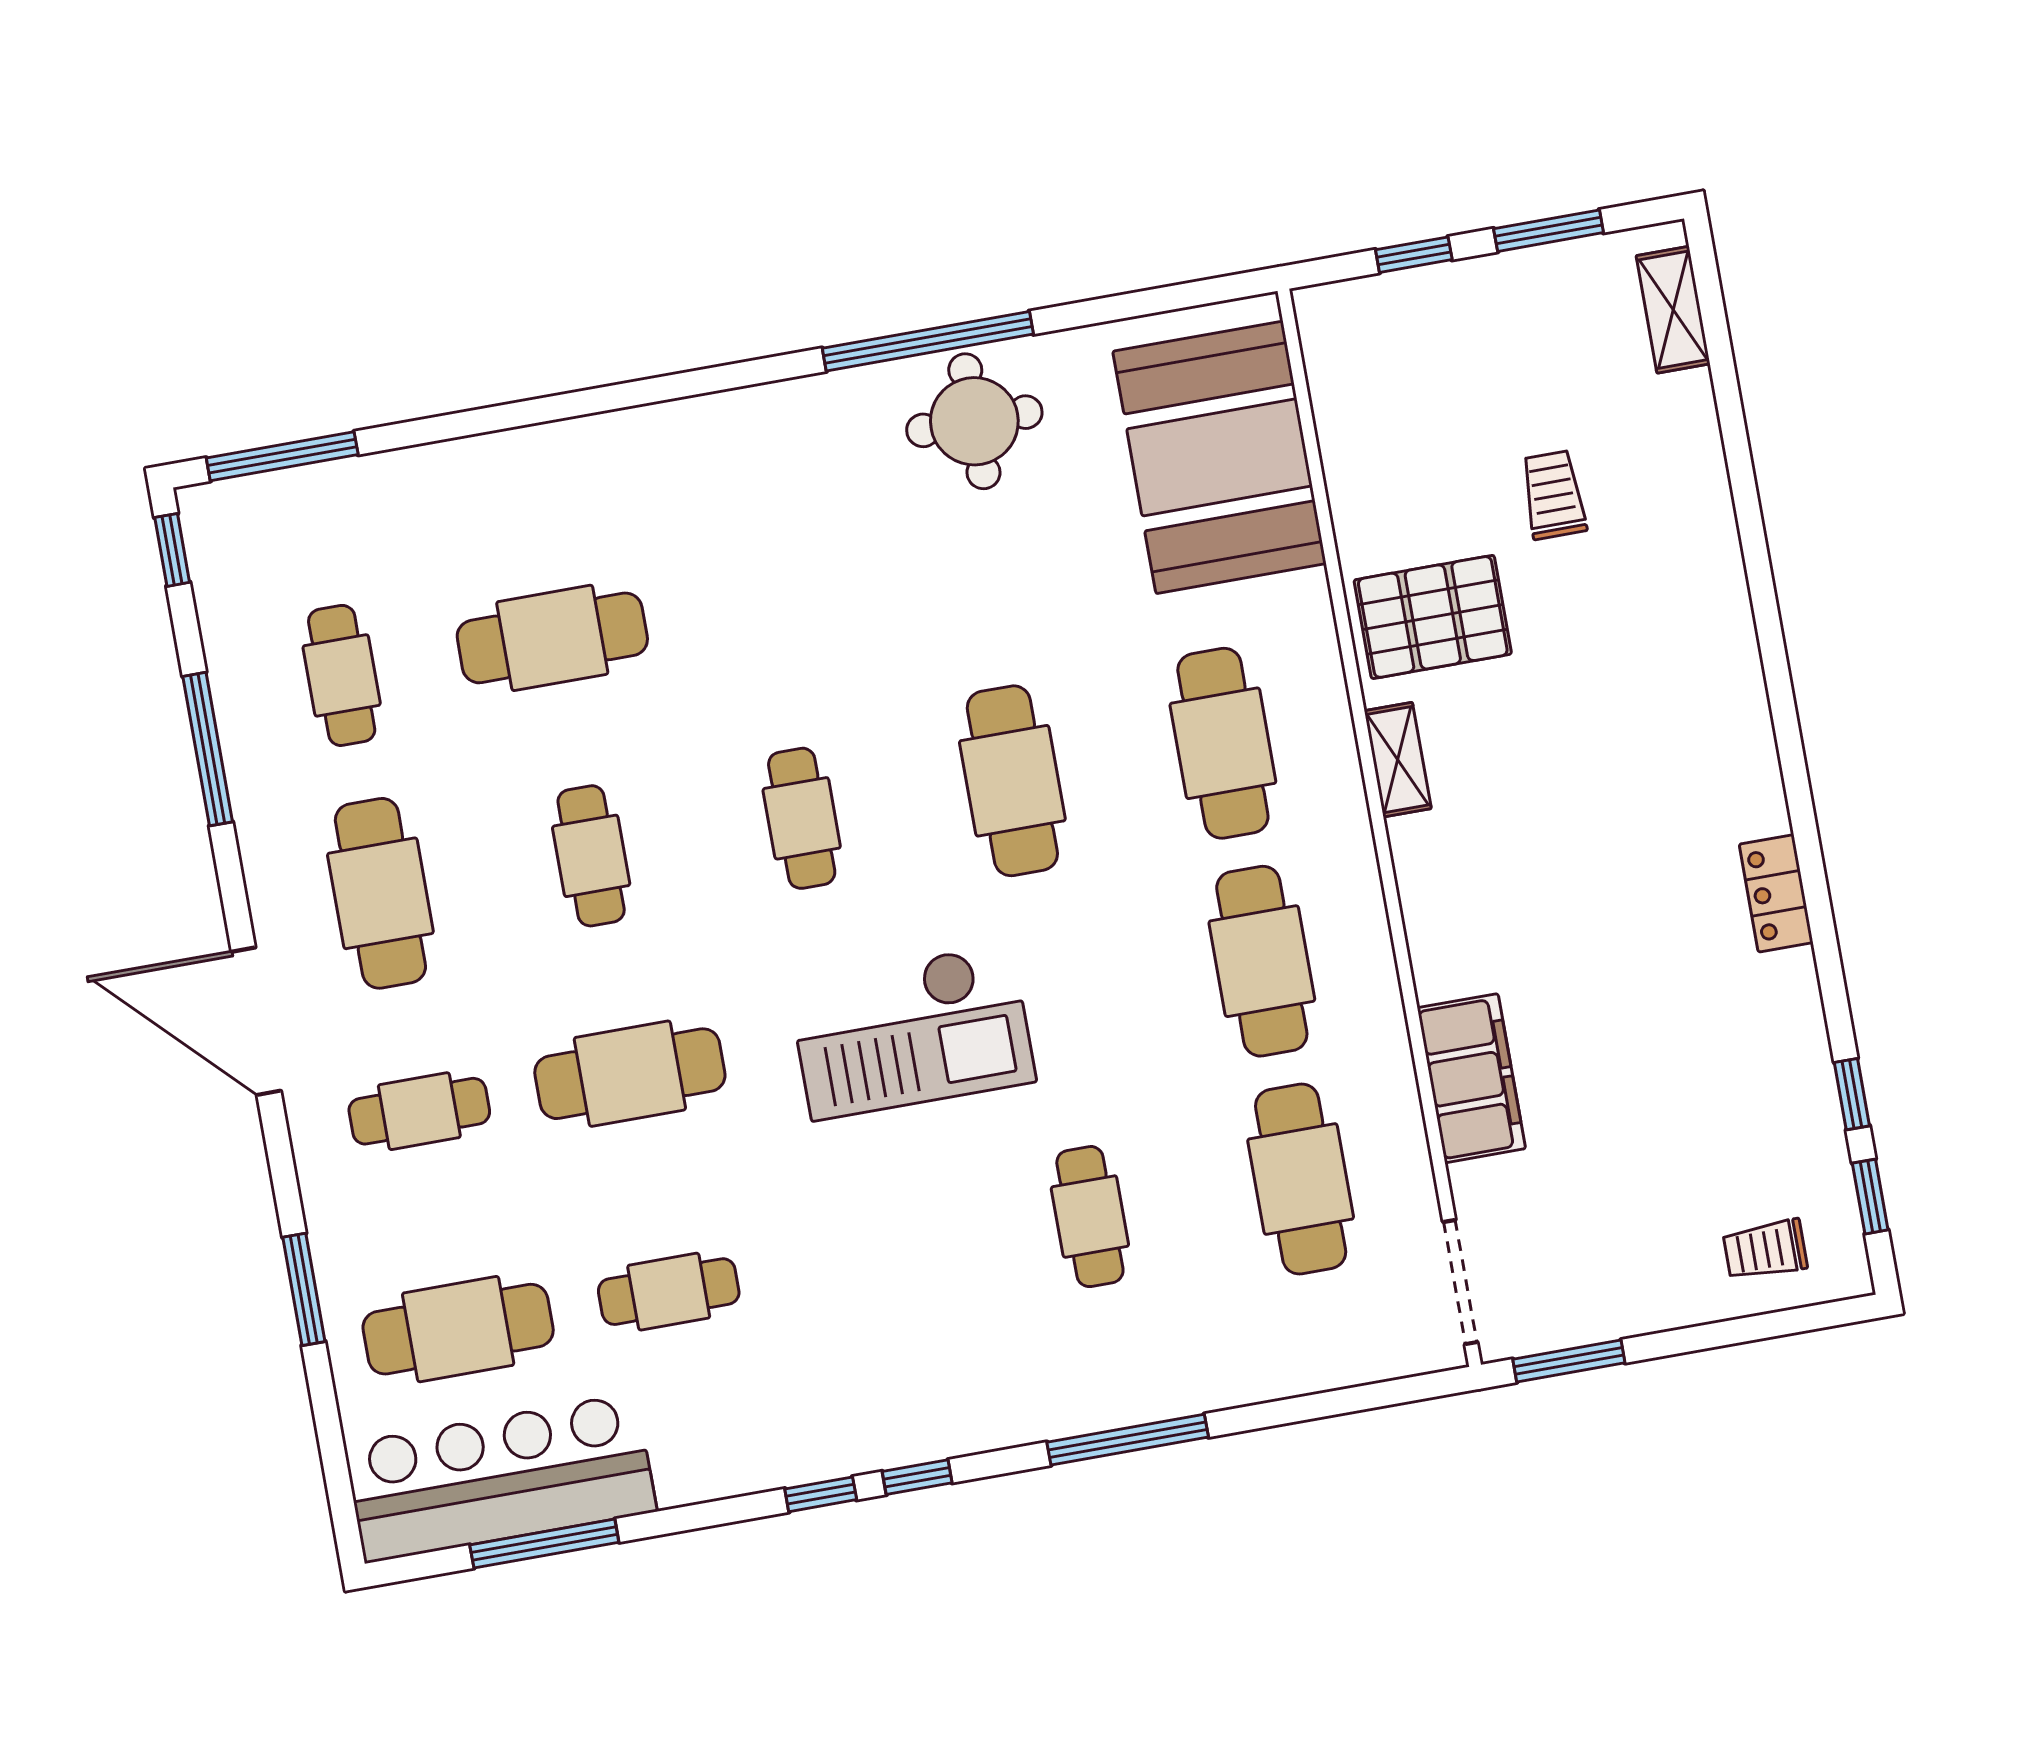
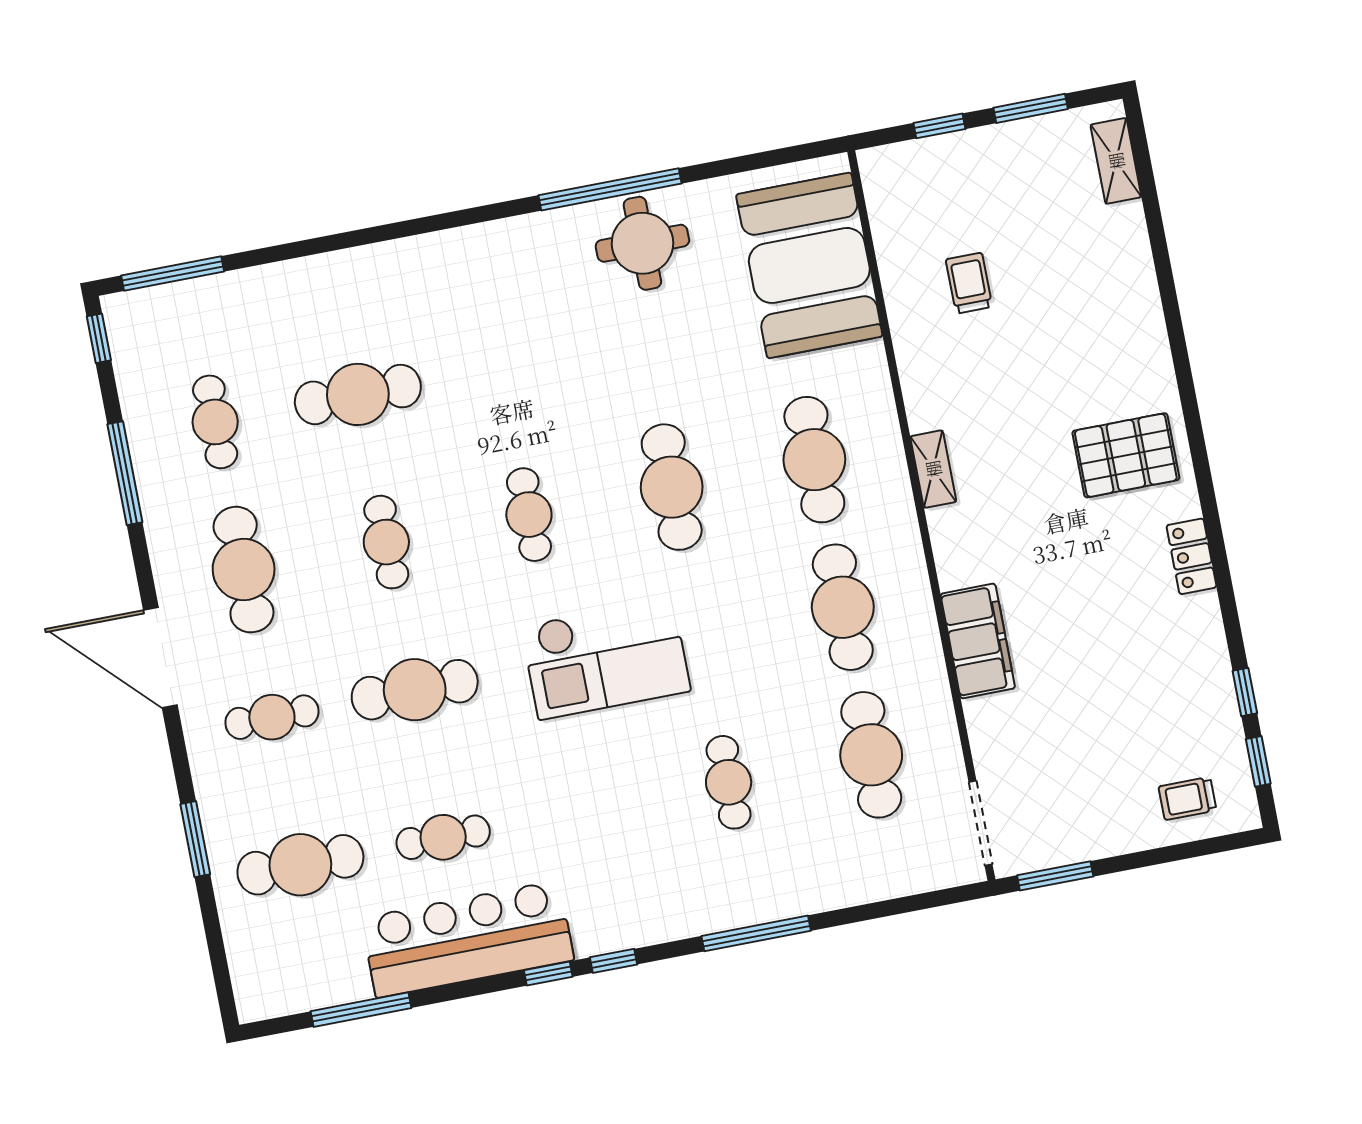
trolley: (1553, 495) -> (969, 283), moved
pallet: (1433, 617) -> (1126, 455), moved
filing cabinet: (1471, 1078) -> (978, 641), moved
bar counter: (500, 1478) -> (468, 939), moved

